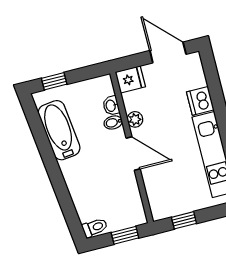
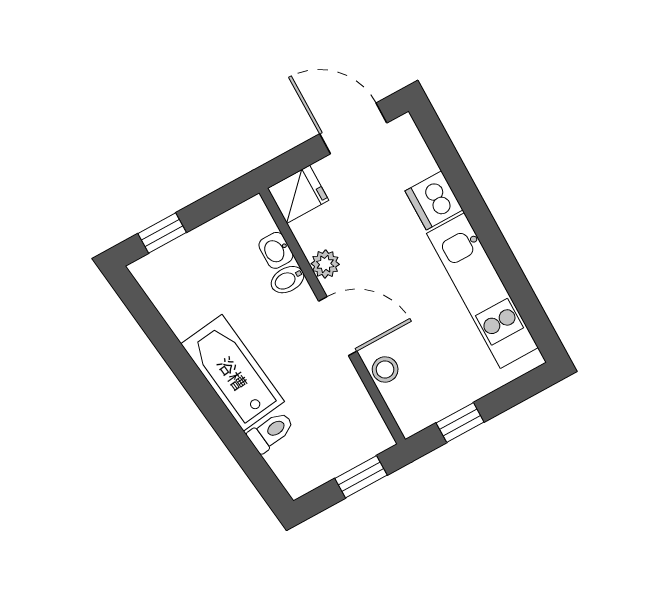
bathtub: (59, 130) -> (233, 373), moved
stool: (152, 183) -> (385, 370), added
toilet: (95, 227) -> (271, 432), moved

